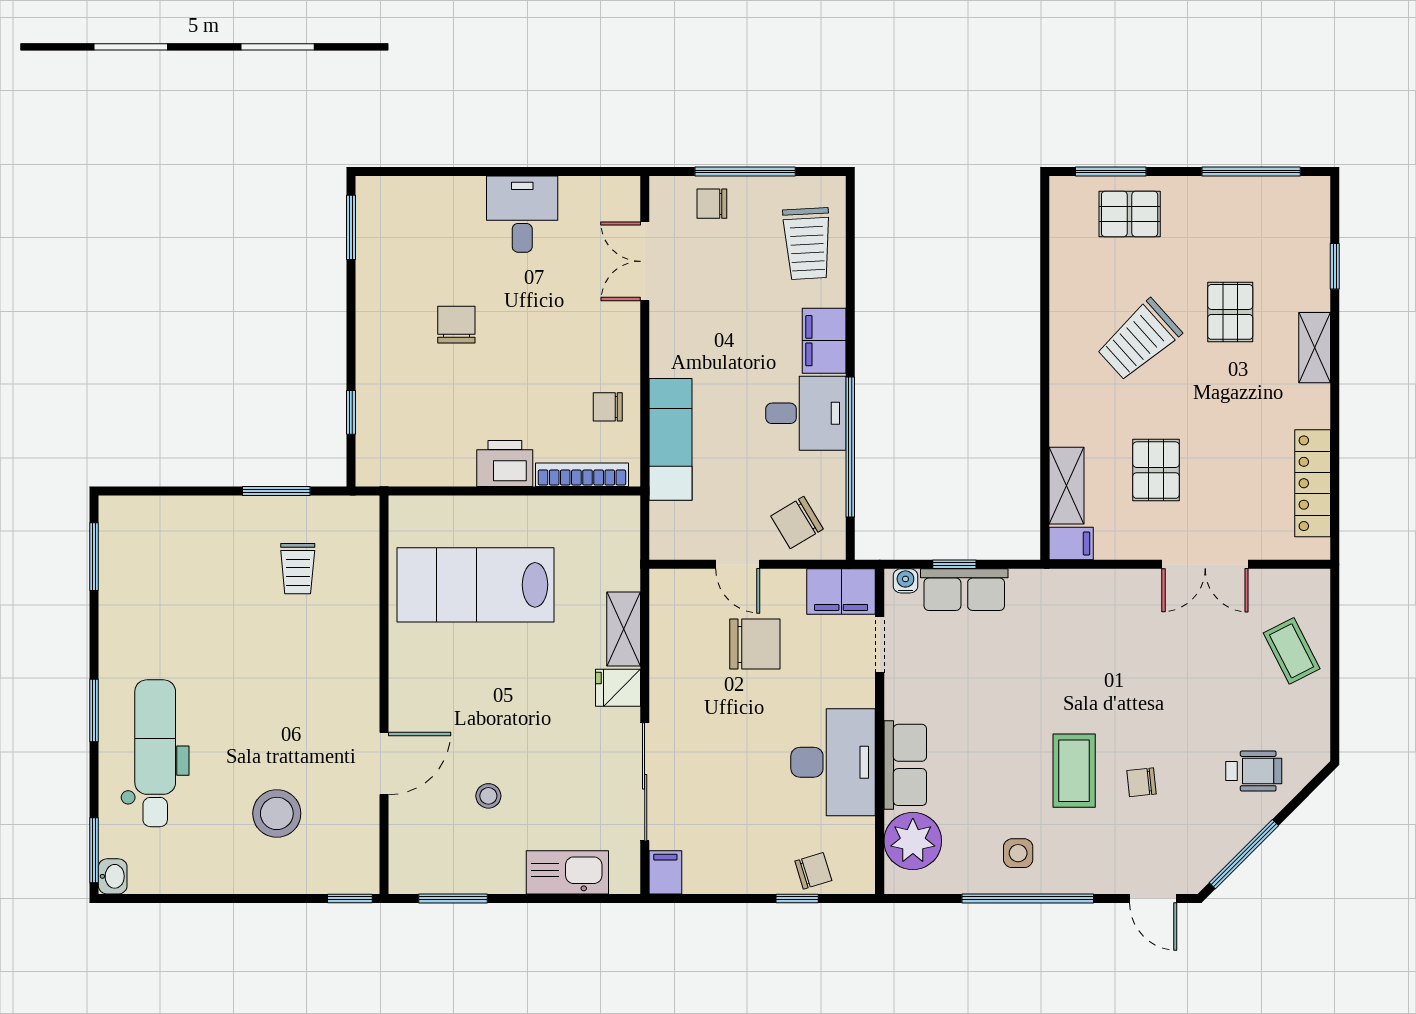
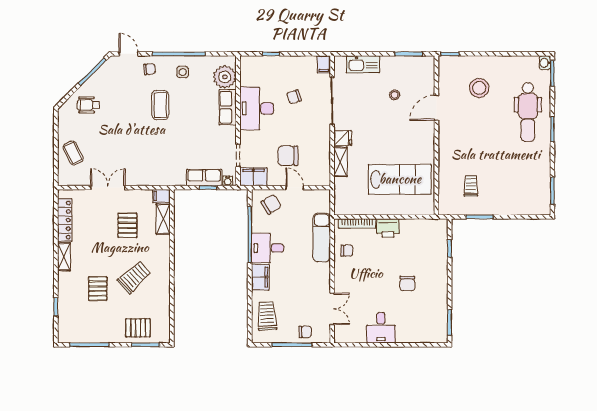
shelving: (1315, 348) -> (64, 257), moved
chair: (1141, 782) -> (149, 69), moved
chair: (813, 871) -> (294, 97), moved

